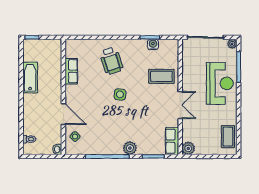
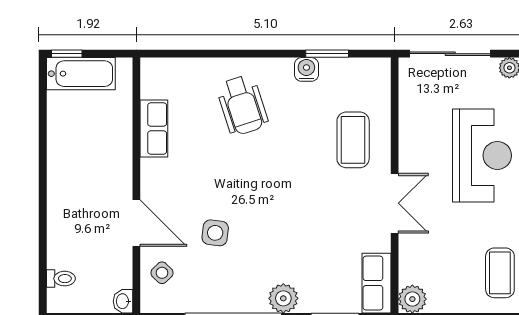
water cooler: (153, 44) -> (306, 69), moved
coffee table: (161, 76) -> (353, 140), turned 90
bathtub: (30, 77) -> (81, 74), moved, turned 90
side table: (120, 94) -> (215, 233), moved

